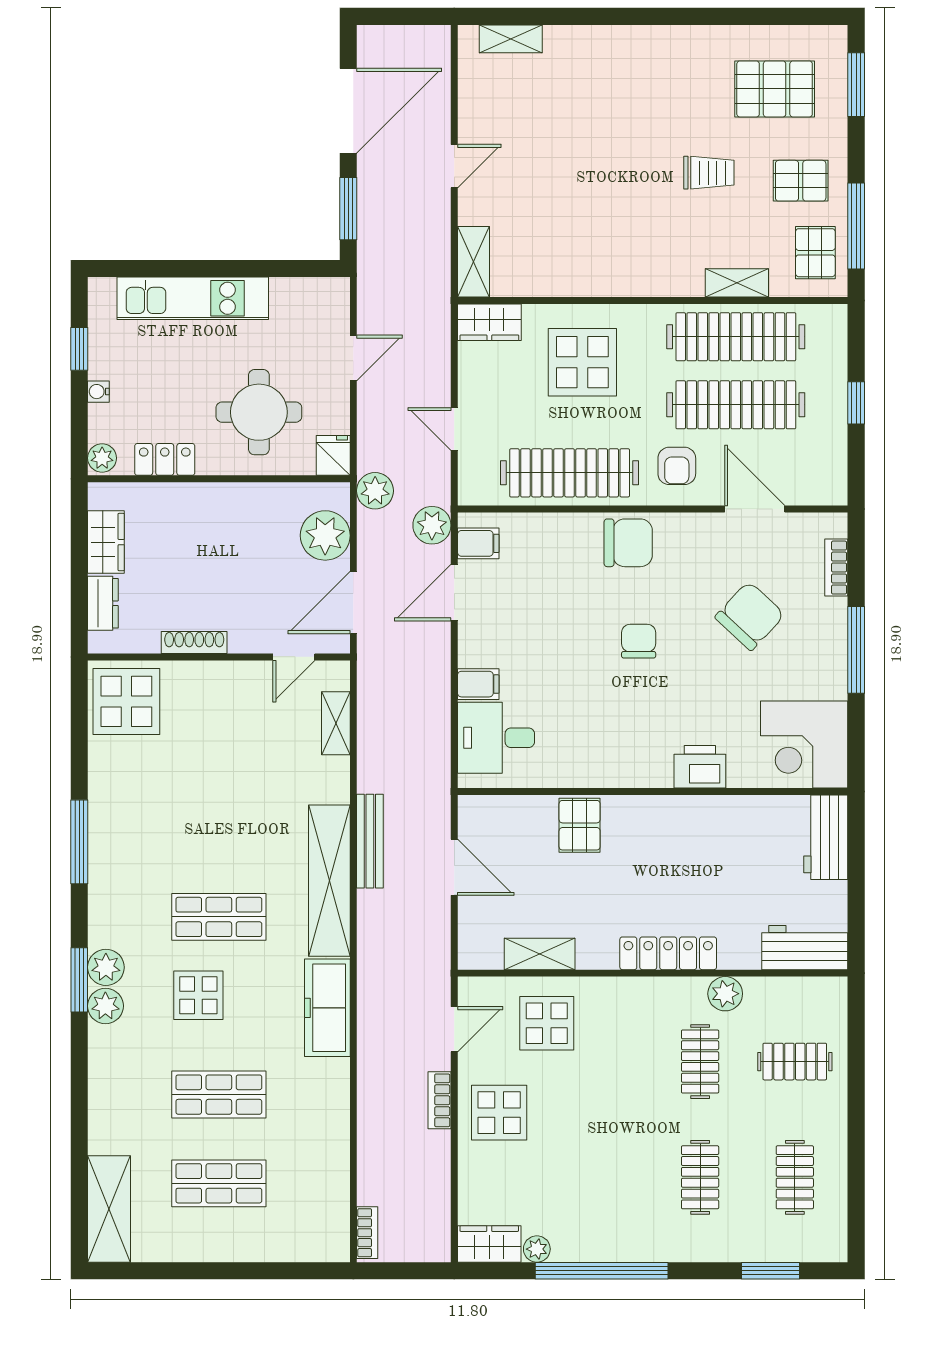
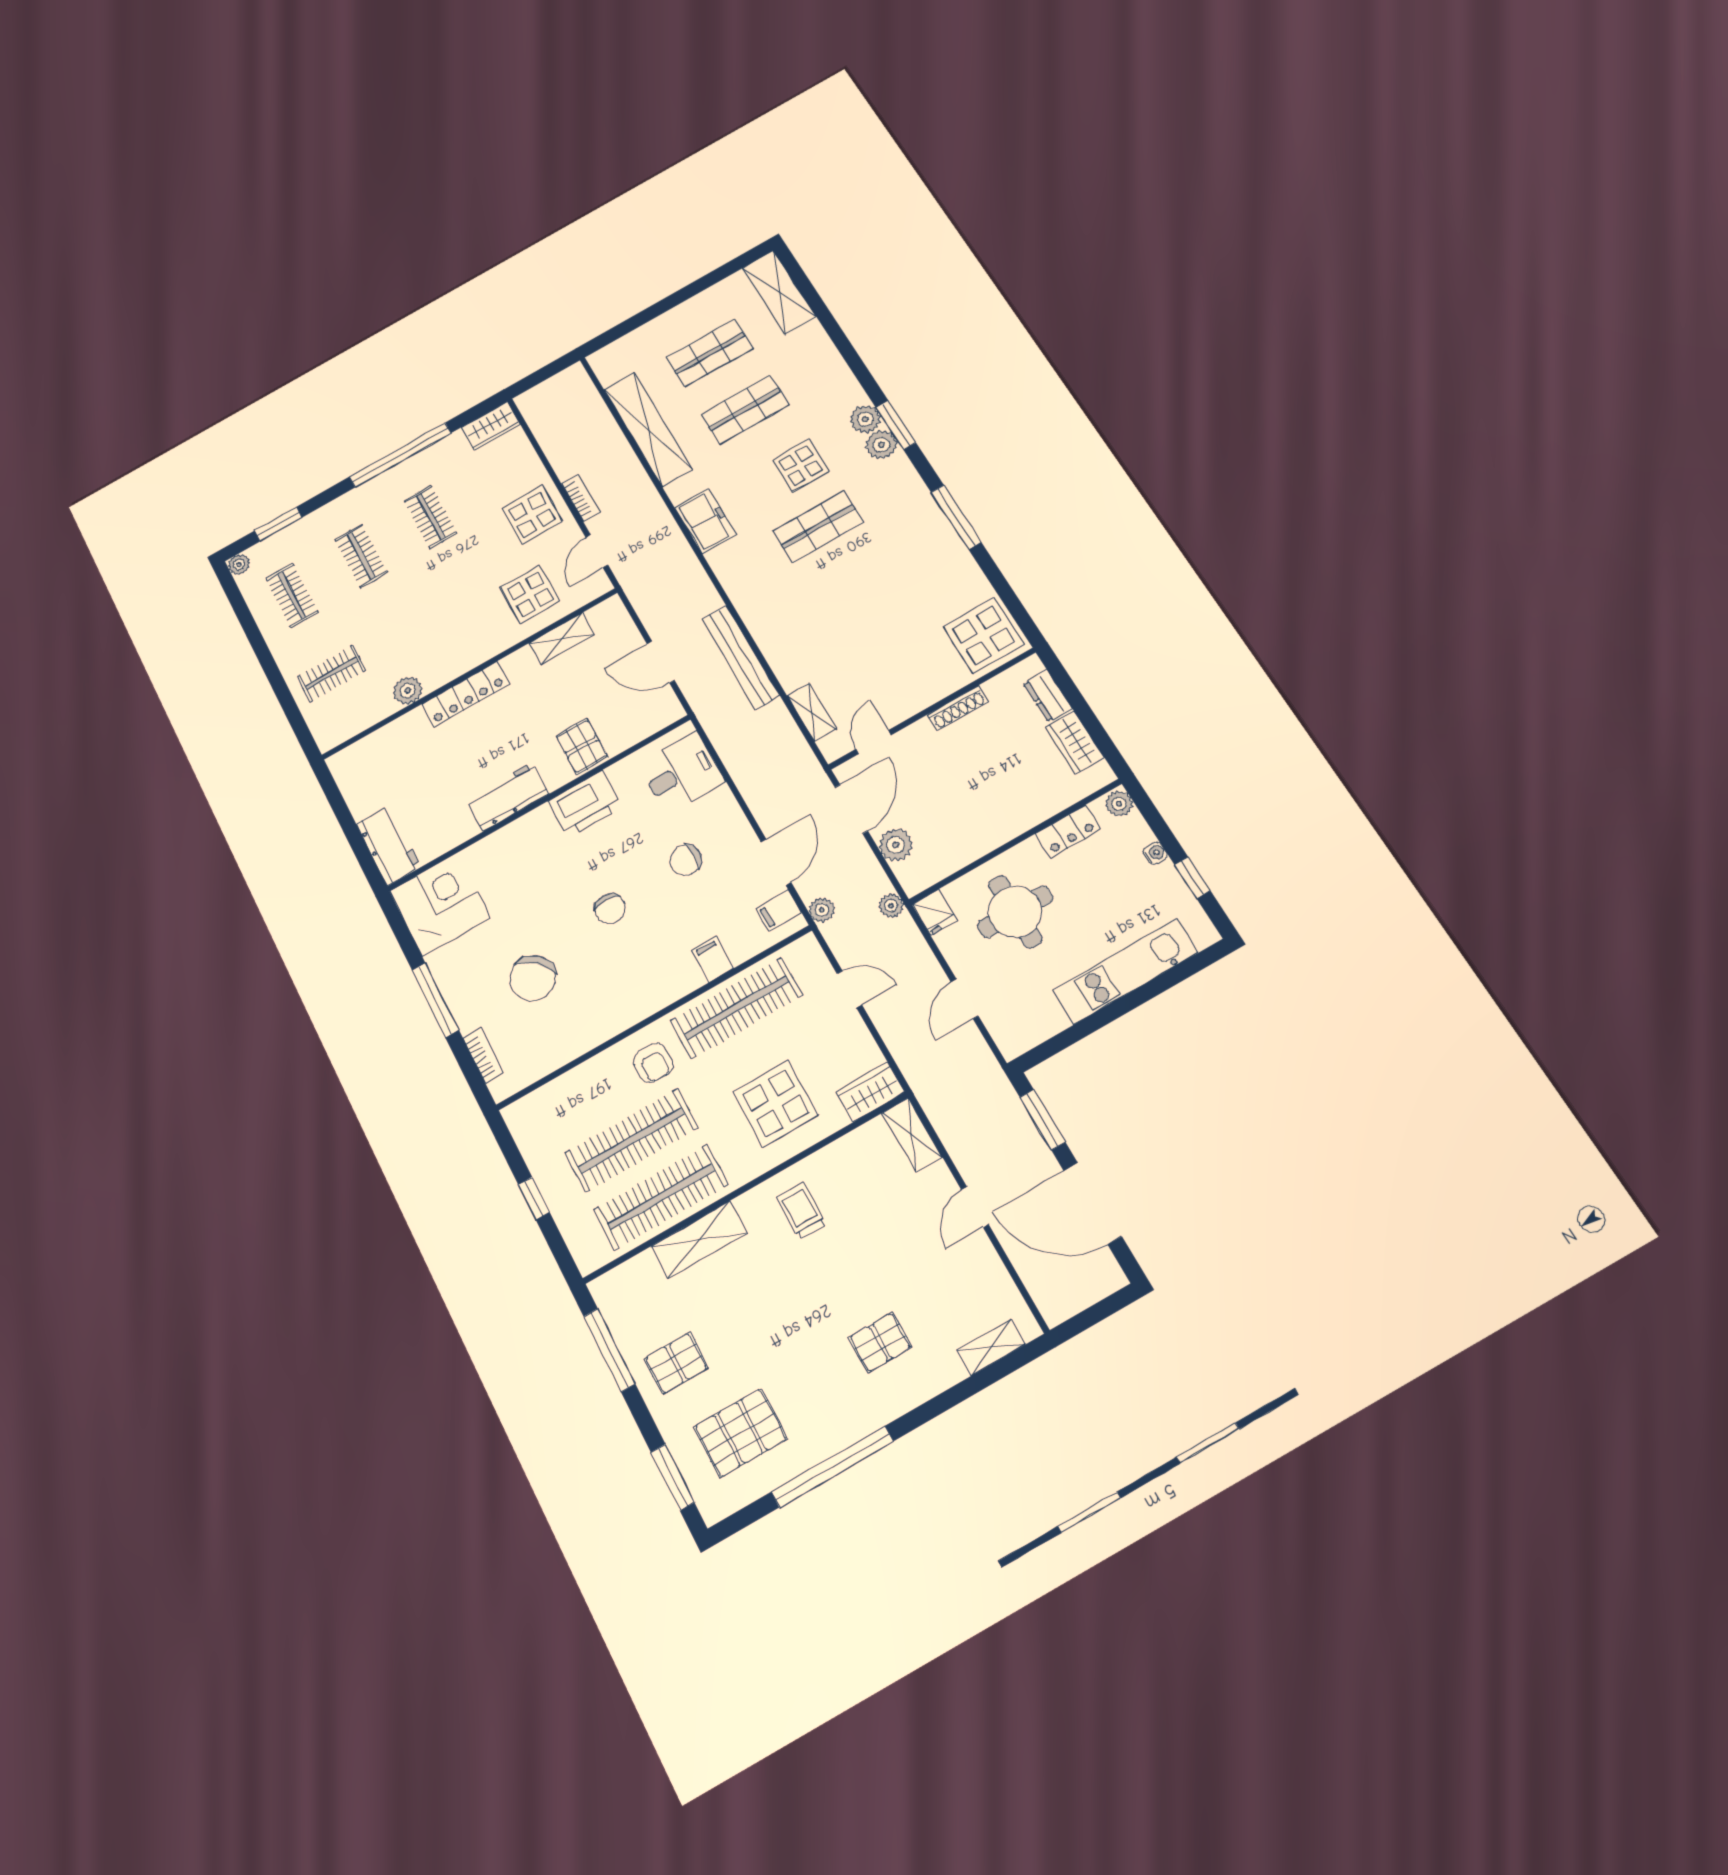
window: (708, 16) -> (832, 1467), added
door: (348, 111) -> (1093, 1203), hinge flipped
trolley: (709, 173) -> (801, 1211), moved, turned 90
pallet: (815, 253) -> (880, 1343), moved, turned 90
shelving: (737, 283) -> (699, 1240), width x1.50, depth x1.33
armchair: (677, 466) -> (653, 1063), turned 180
plant: (375, 491) -> (891, 906), width x0.73, depth x0.73
door: (755, 509) -> (572, 1065), removed
plant: (432, 525) -> (822, 910), width x0.73, depth x0.73
plant: (325, 535) -> (896, 845), width x0.73, depth x0.73
chair: (628, 543) -> (686, 860), moved, width x0.73, depth x0.73
filing cabinet: (478, 684) -> (713, 959), moved, turned 90
printer: (700, 767) -> (585, 804), moved, width x1.37, depth x1.19
bench: (370, 841) -> (741, 657), width x1.37, depth x1.21
shelving: (329, 881) -> (648, 429), moved
workbench: (805, 948) -> (508, 797), moved, turned 180
freezer: (327, 1008) -> (705, 521), width x0.71
clothes rail: (700, 1062) -> (430, 517), moved
bookcase: (367, 1233) -> (583, 383), removed
plant: (537, 1249) -> (239, 564), moved

